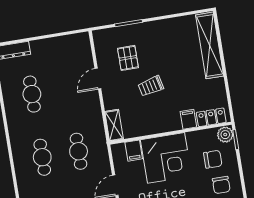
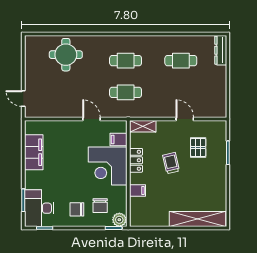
pallet: (128, 58) -> (198, 147), turned 90
locker: (211, 117) -> (136, 160), moved

